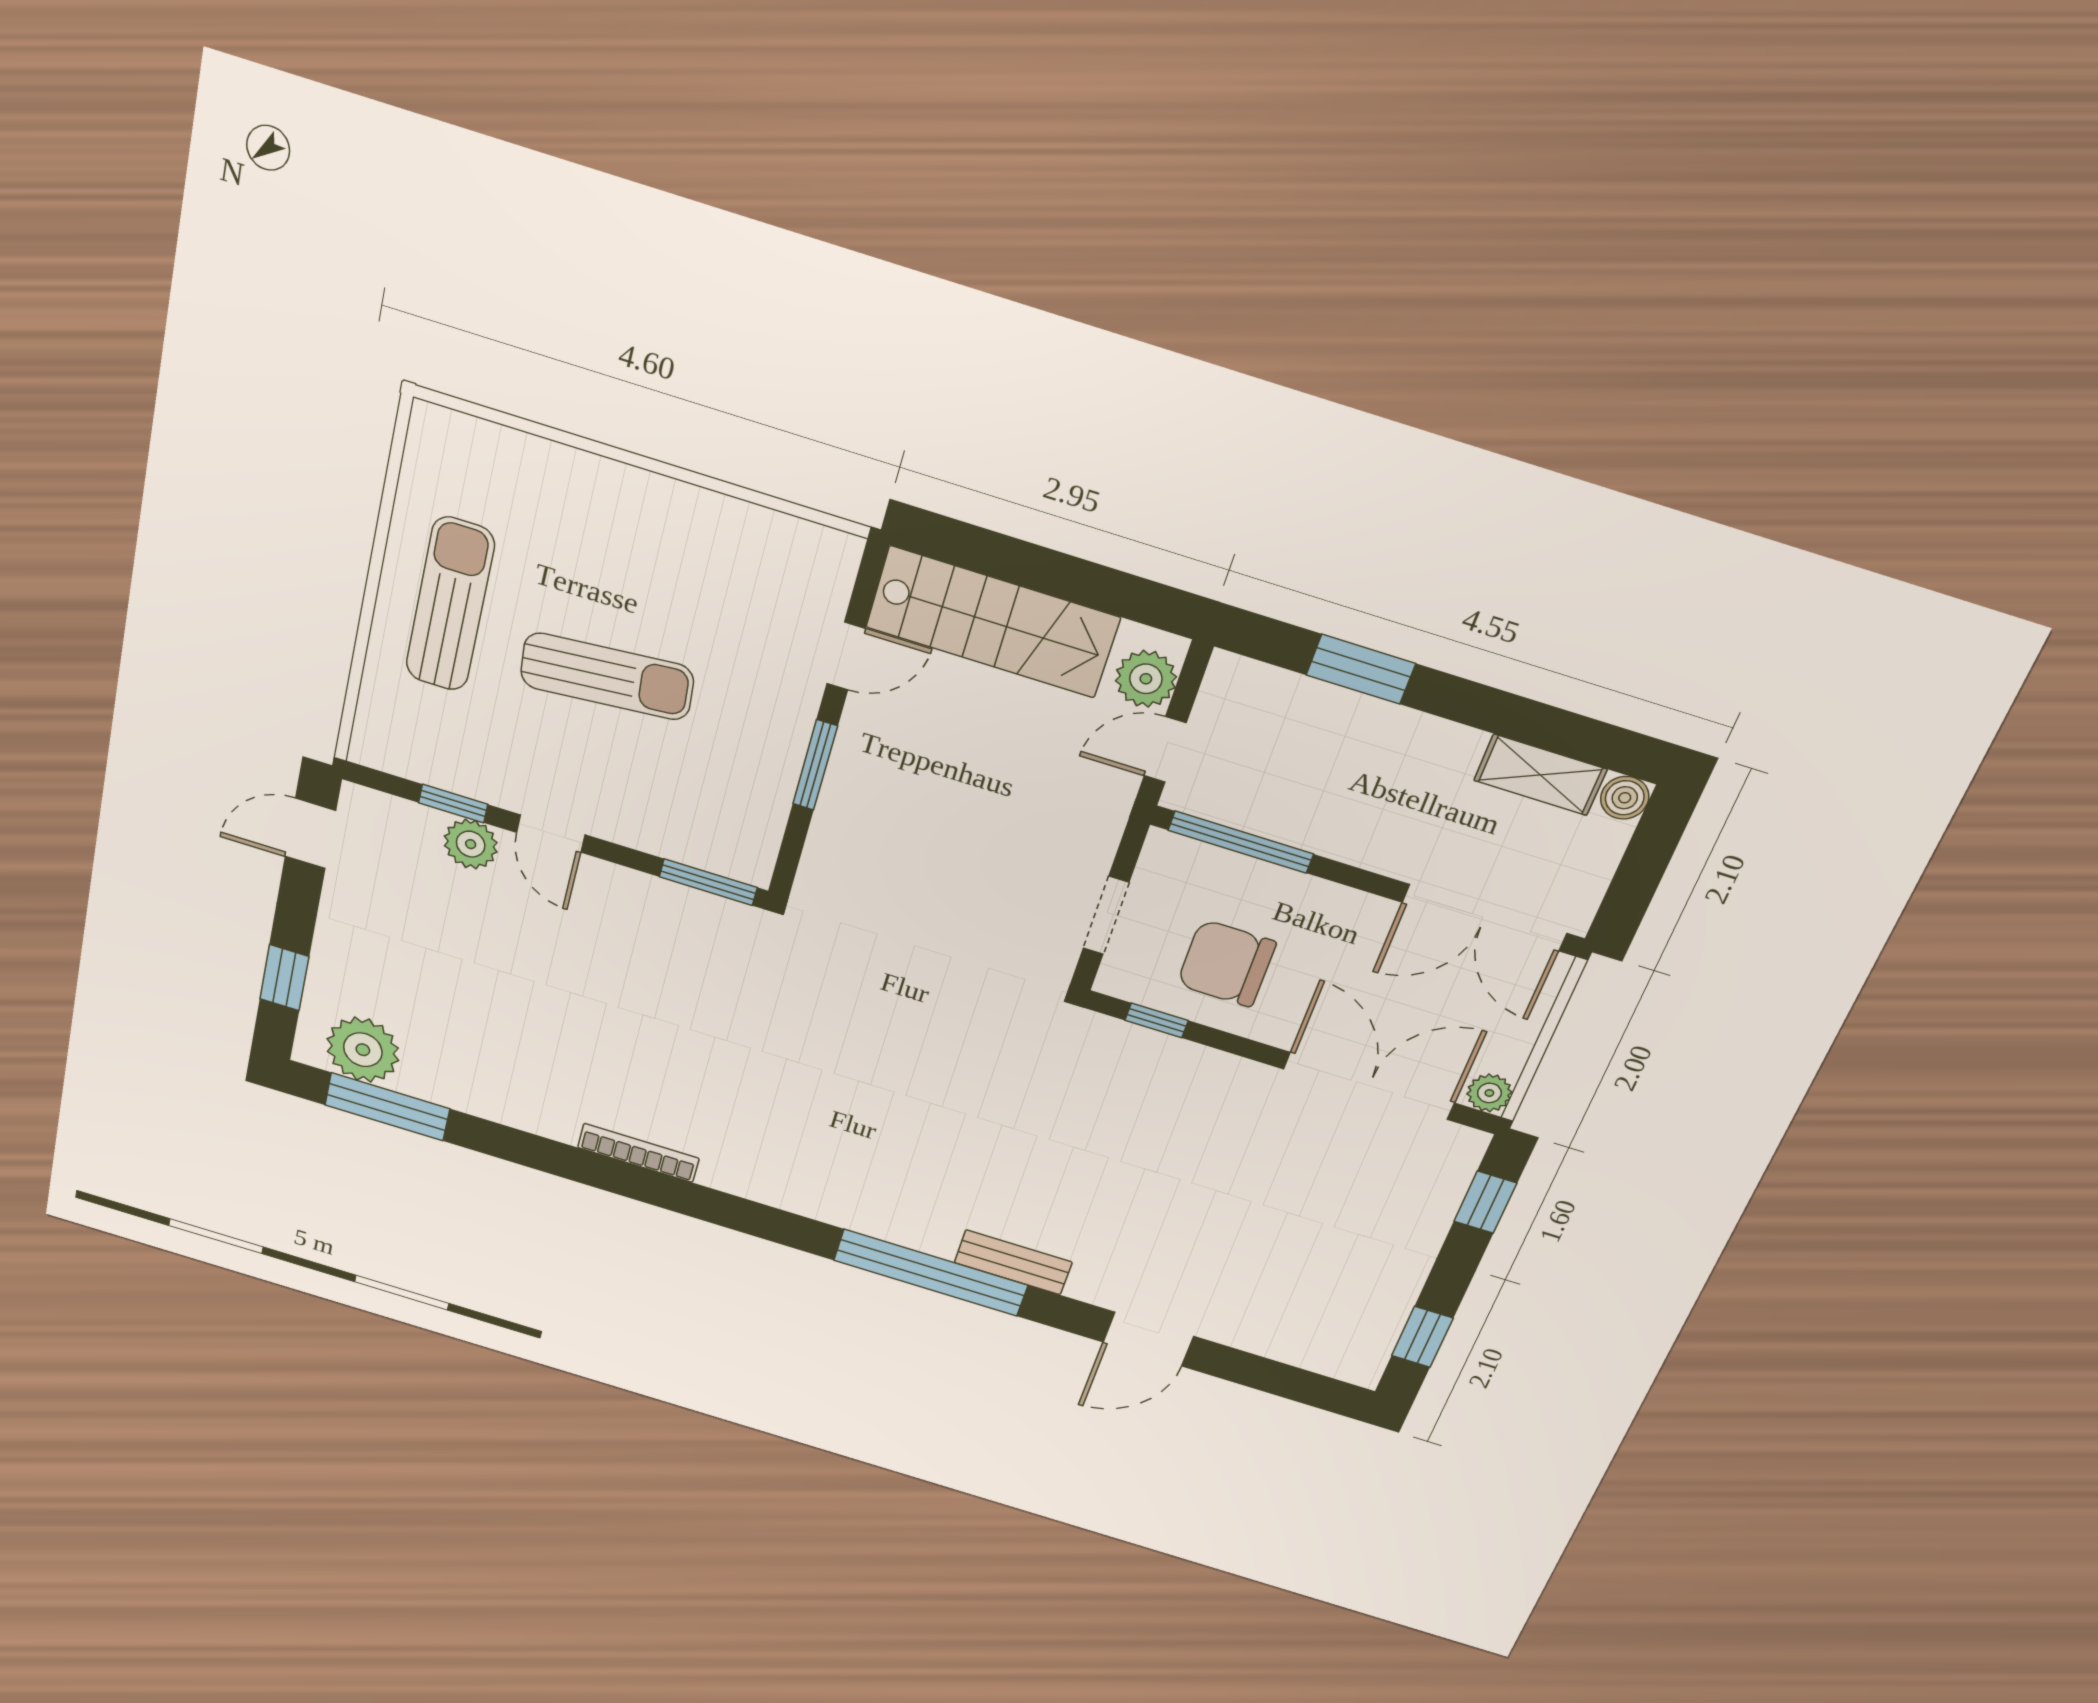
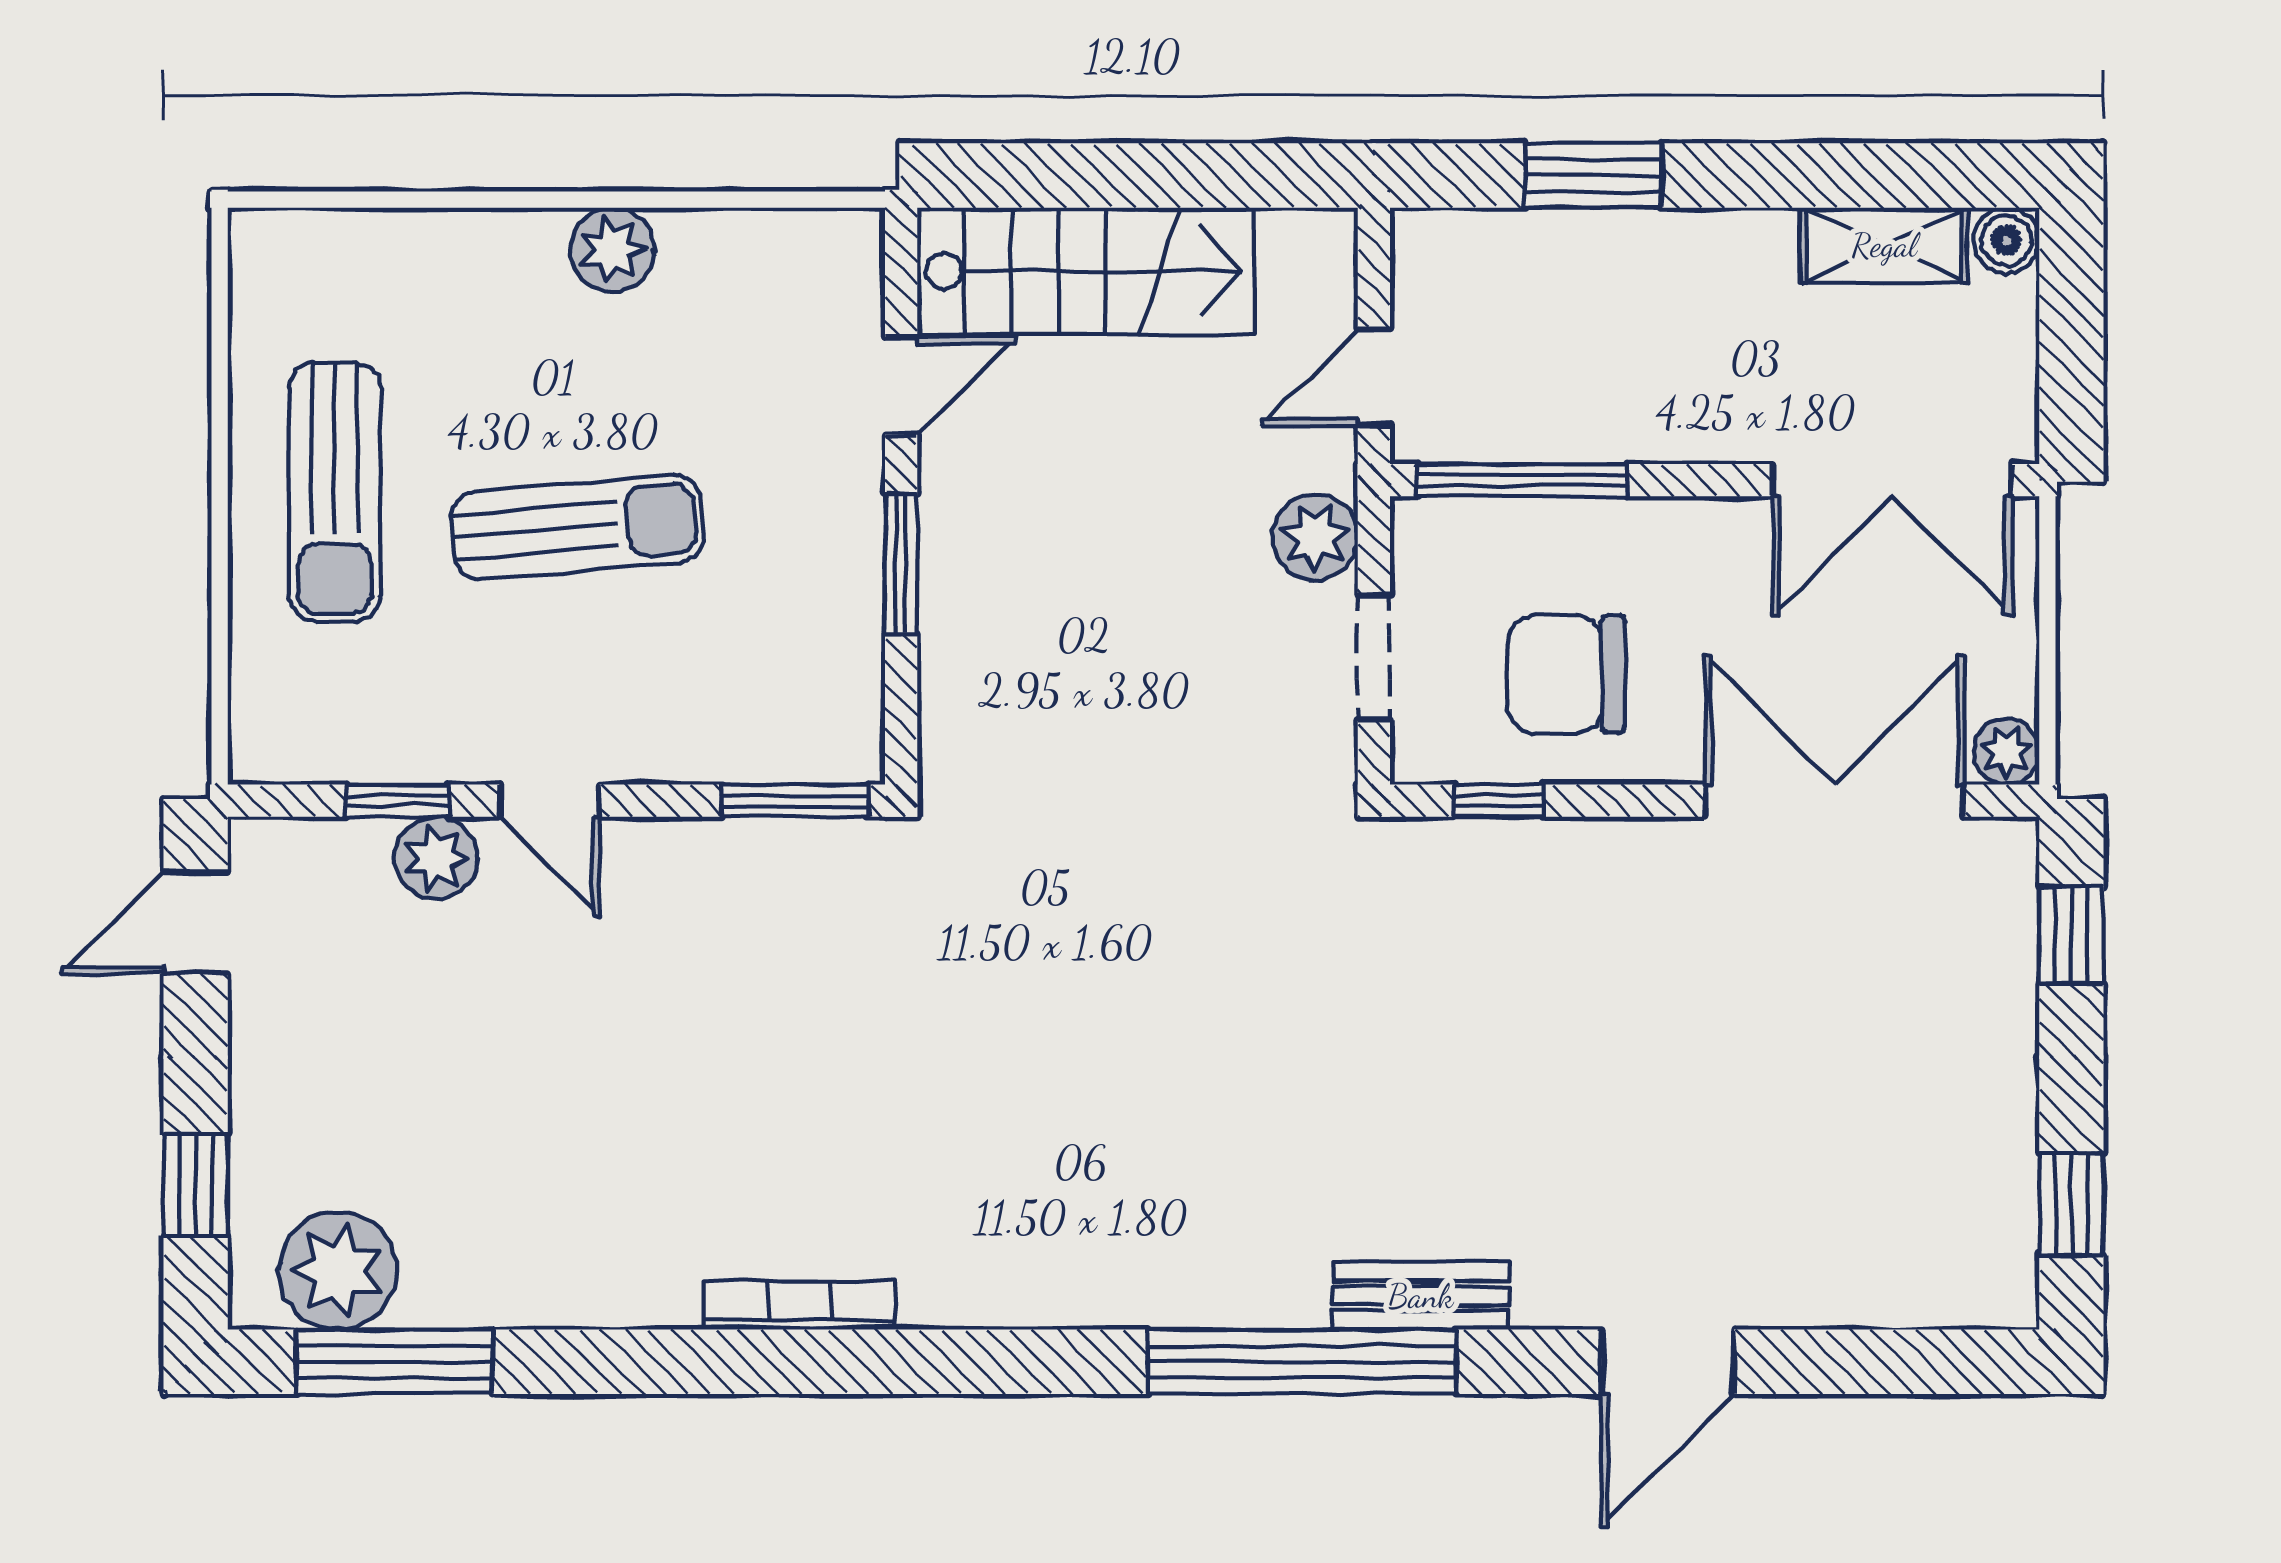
plant: (673, 507) -> (612, 250), added
sun lounger: (450, 604) -> (335, 492), turned 180
plant: (1146, 679) -> (1315, 537), moved

